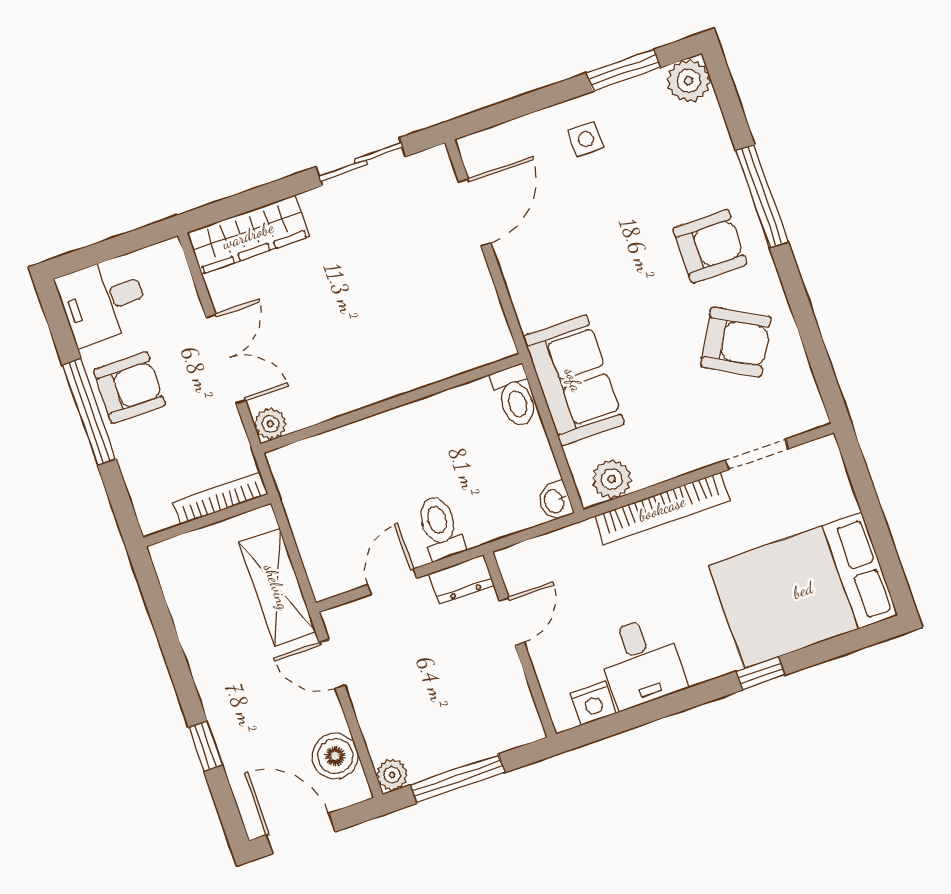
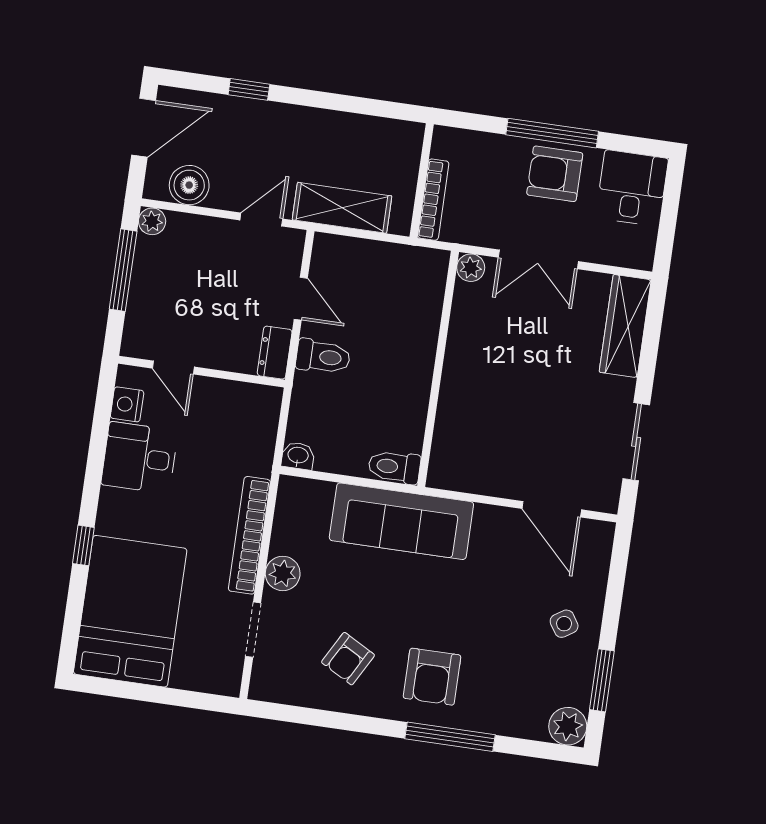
side table: (586, 139) -> (564, 624), turned -33
armchair: (736, 342) -> (348, 659), width x0.72, depth x0.72
sofa: (574, 380) -> (401, 521), width x1.36
armchair: (129, 388) -> (555, 174), turned 90
plant: (612, 479) -> (283, 573), moved
door: (512, 621) -> (173, 368), moved

